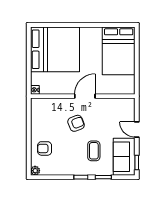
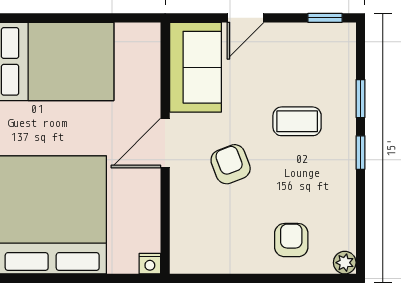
door: (85, 96) -> (165, 143), hinge flipped
armchair: (45, 148) -> (291, 240), turned 180
sofa: (124, 157) -> (196, 67), moved, turned -90

